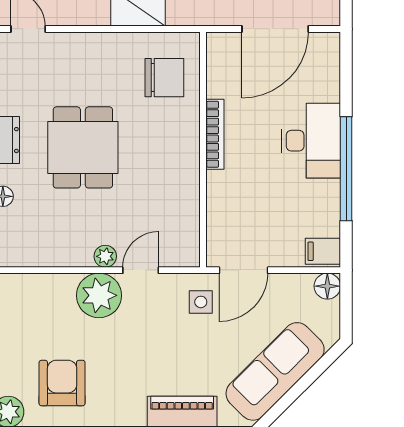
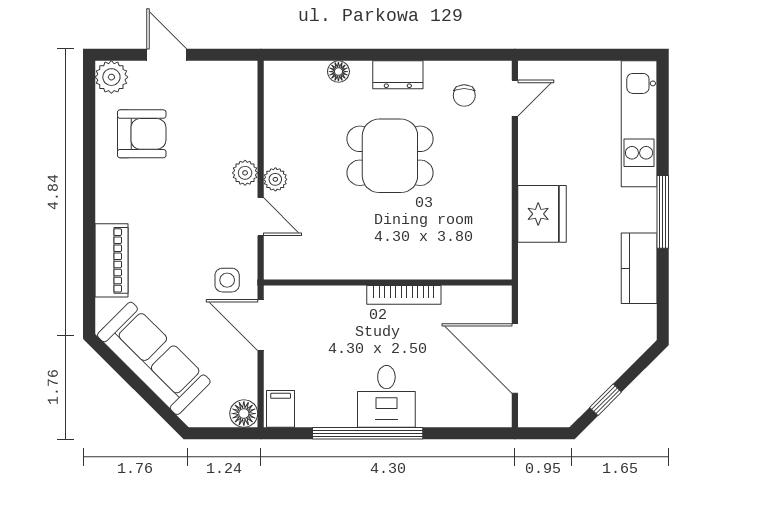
chair: (164, 78) -> (464, 96), moved, width x0.54, depth x0.54
desk: (311, 141) -> (386, 396), width x0.73
plant: (99, 295) -> (245, 173), width x0.53, depth x0.53

